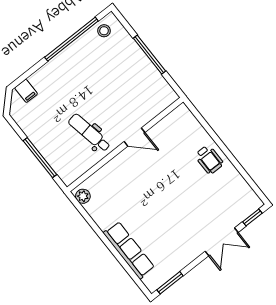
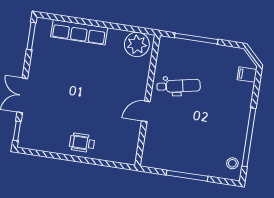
plant: (83, 196) -> (137, 44), width x1.88, depth x1.88

